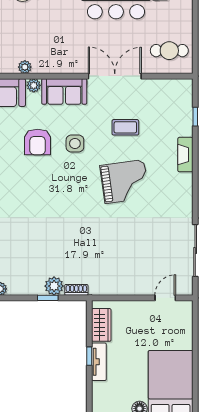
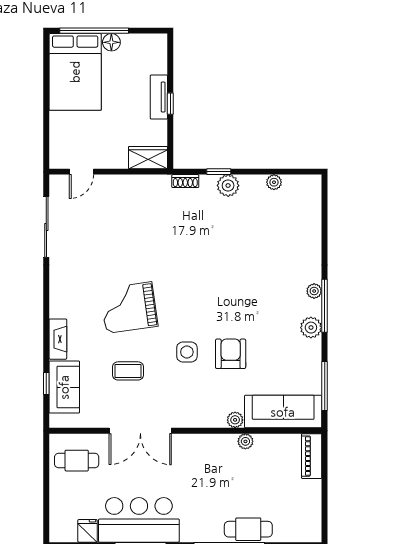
sofa: (64, 91) -> (64, 387), moved, turned 90
plant: (54, 286) -> (228, 186), moved
wardrobe: (101, 325) -> (148, 158), moved, turned 90

